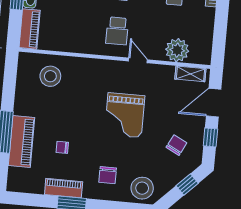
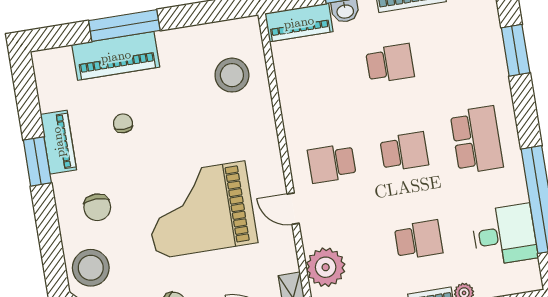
door: (138, 60) -> (293, 209), swing flipped
grand piano: (125, 115) -> (200, 210), width x1.37, depth x1.48
chair: (108, 175) -> (97, 207), turned -90

